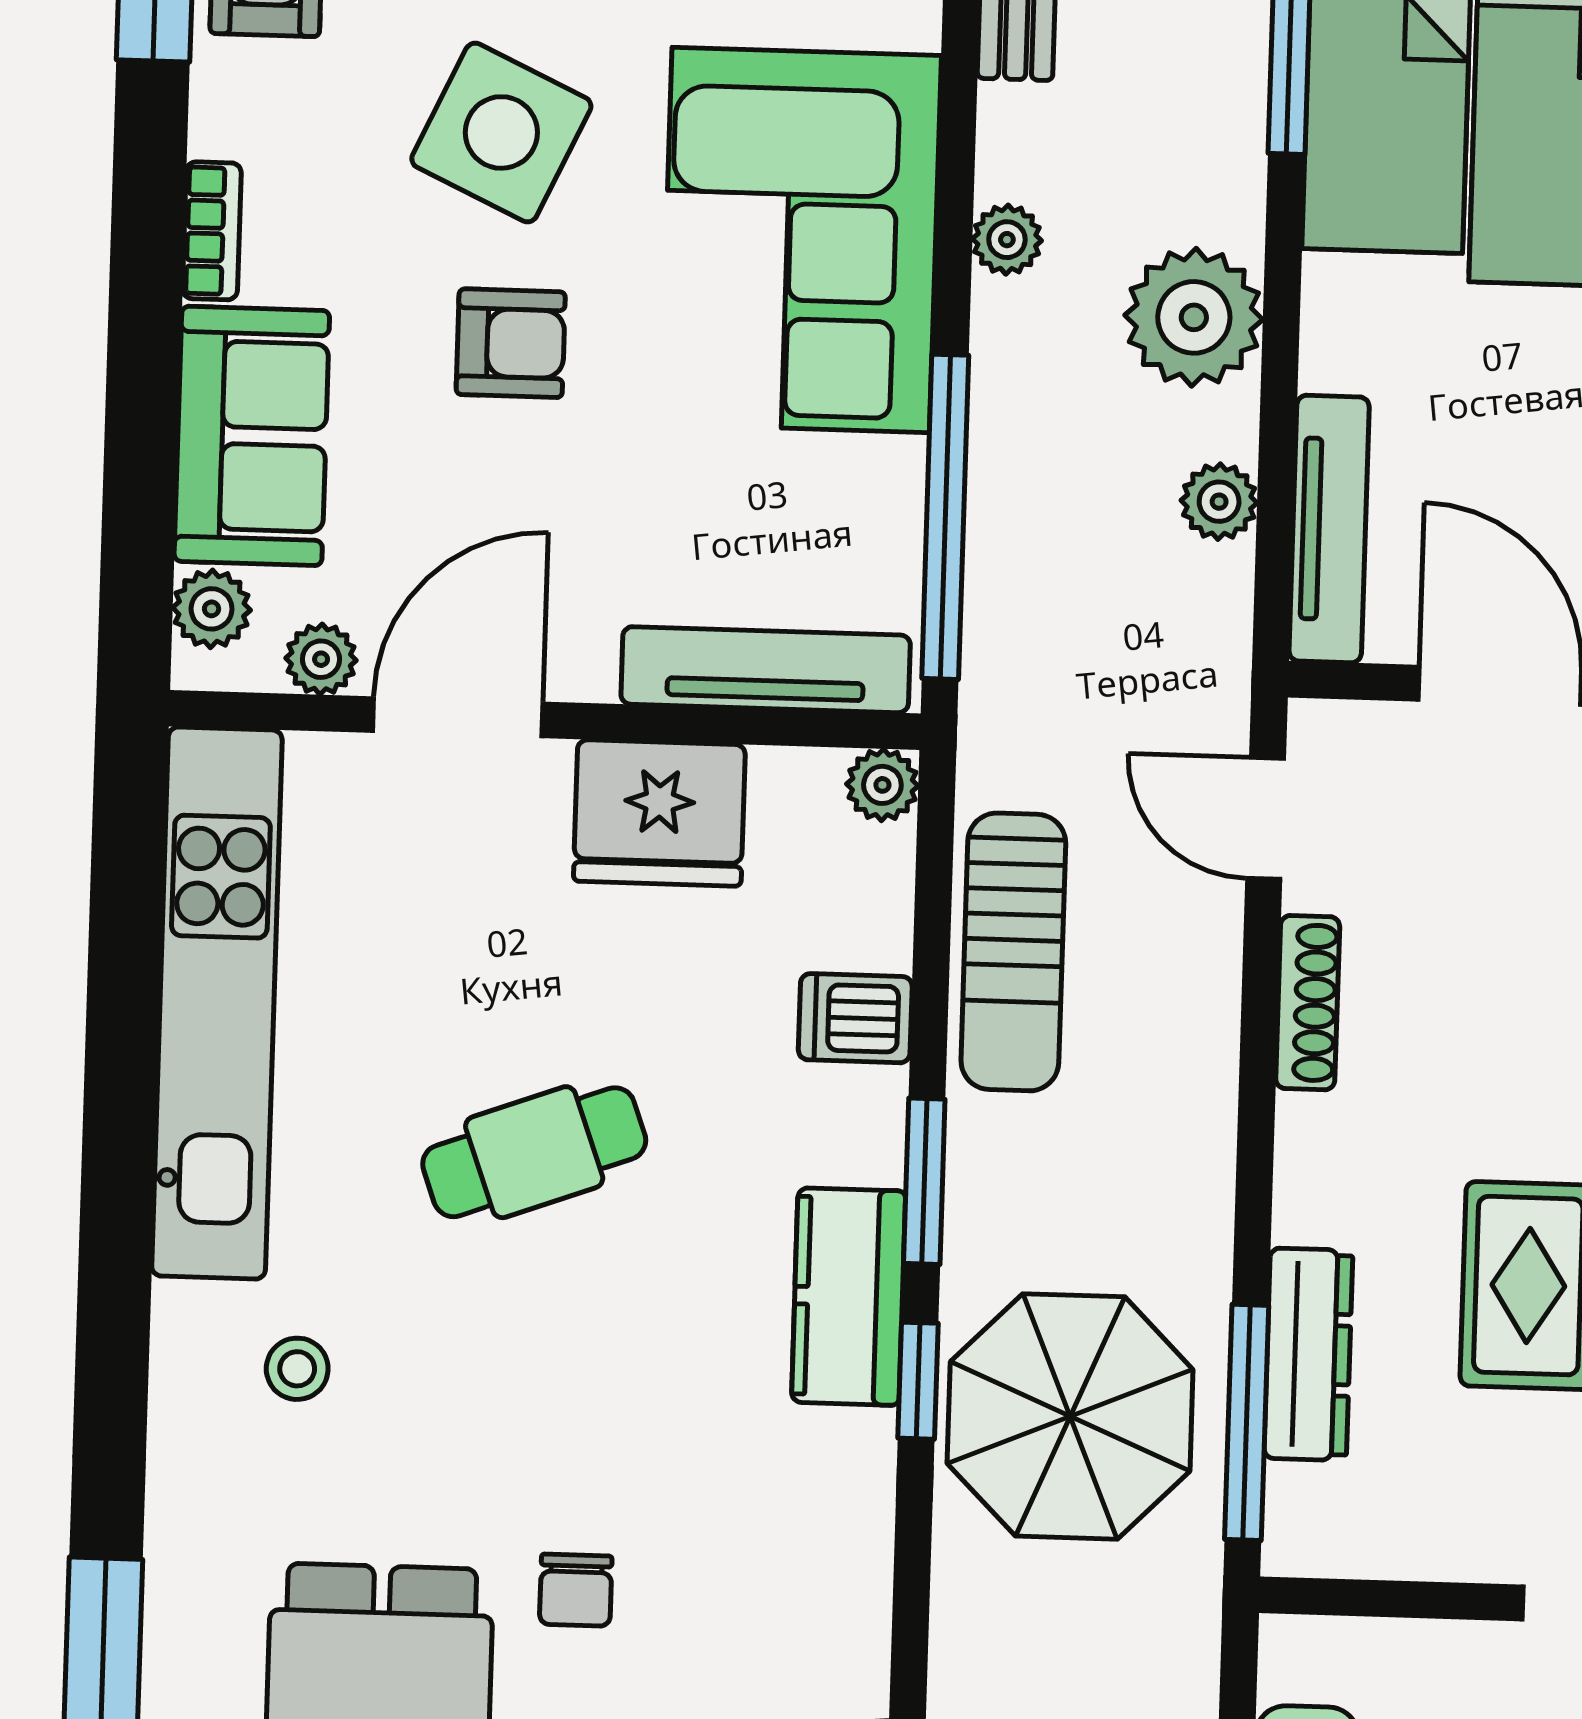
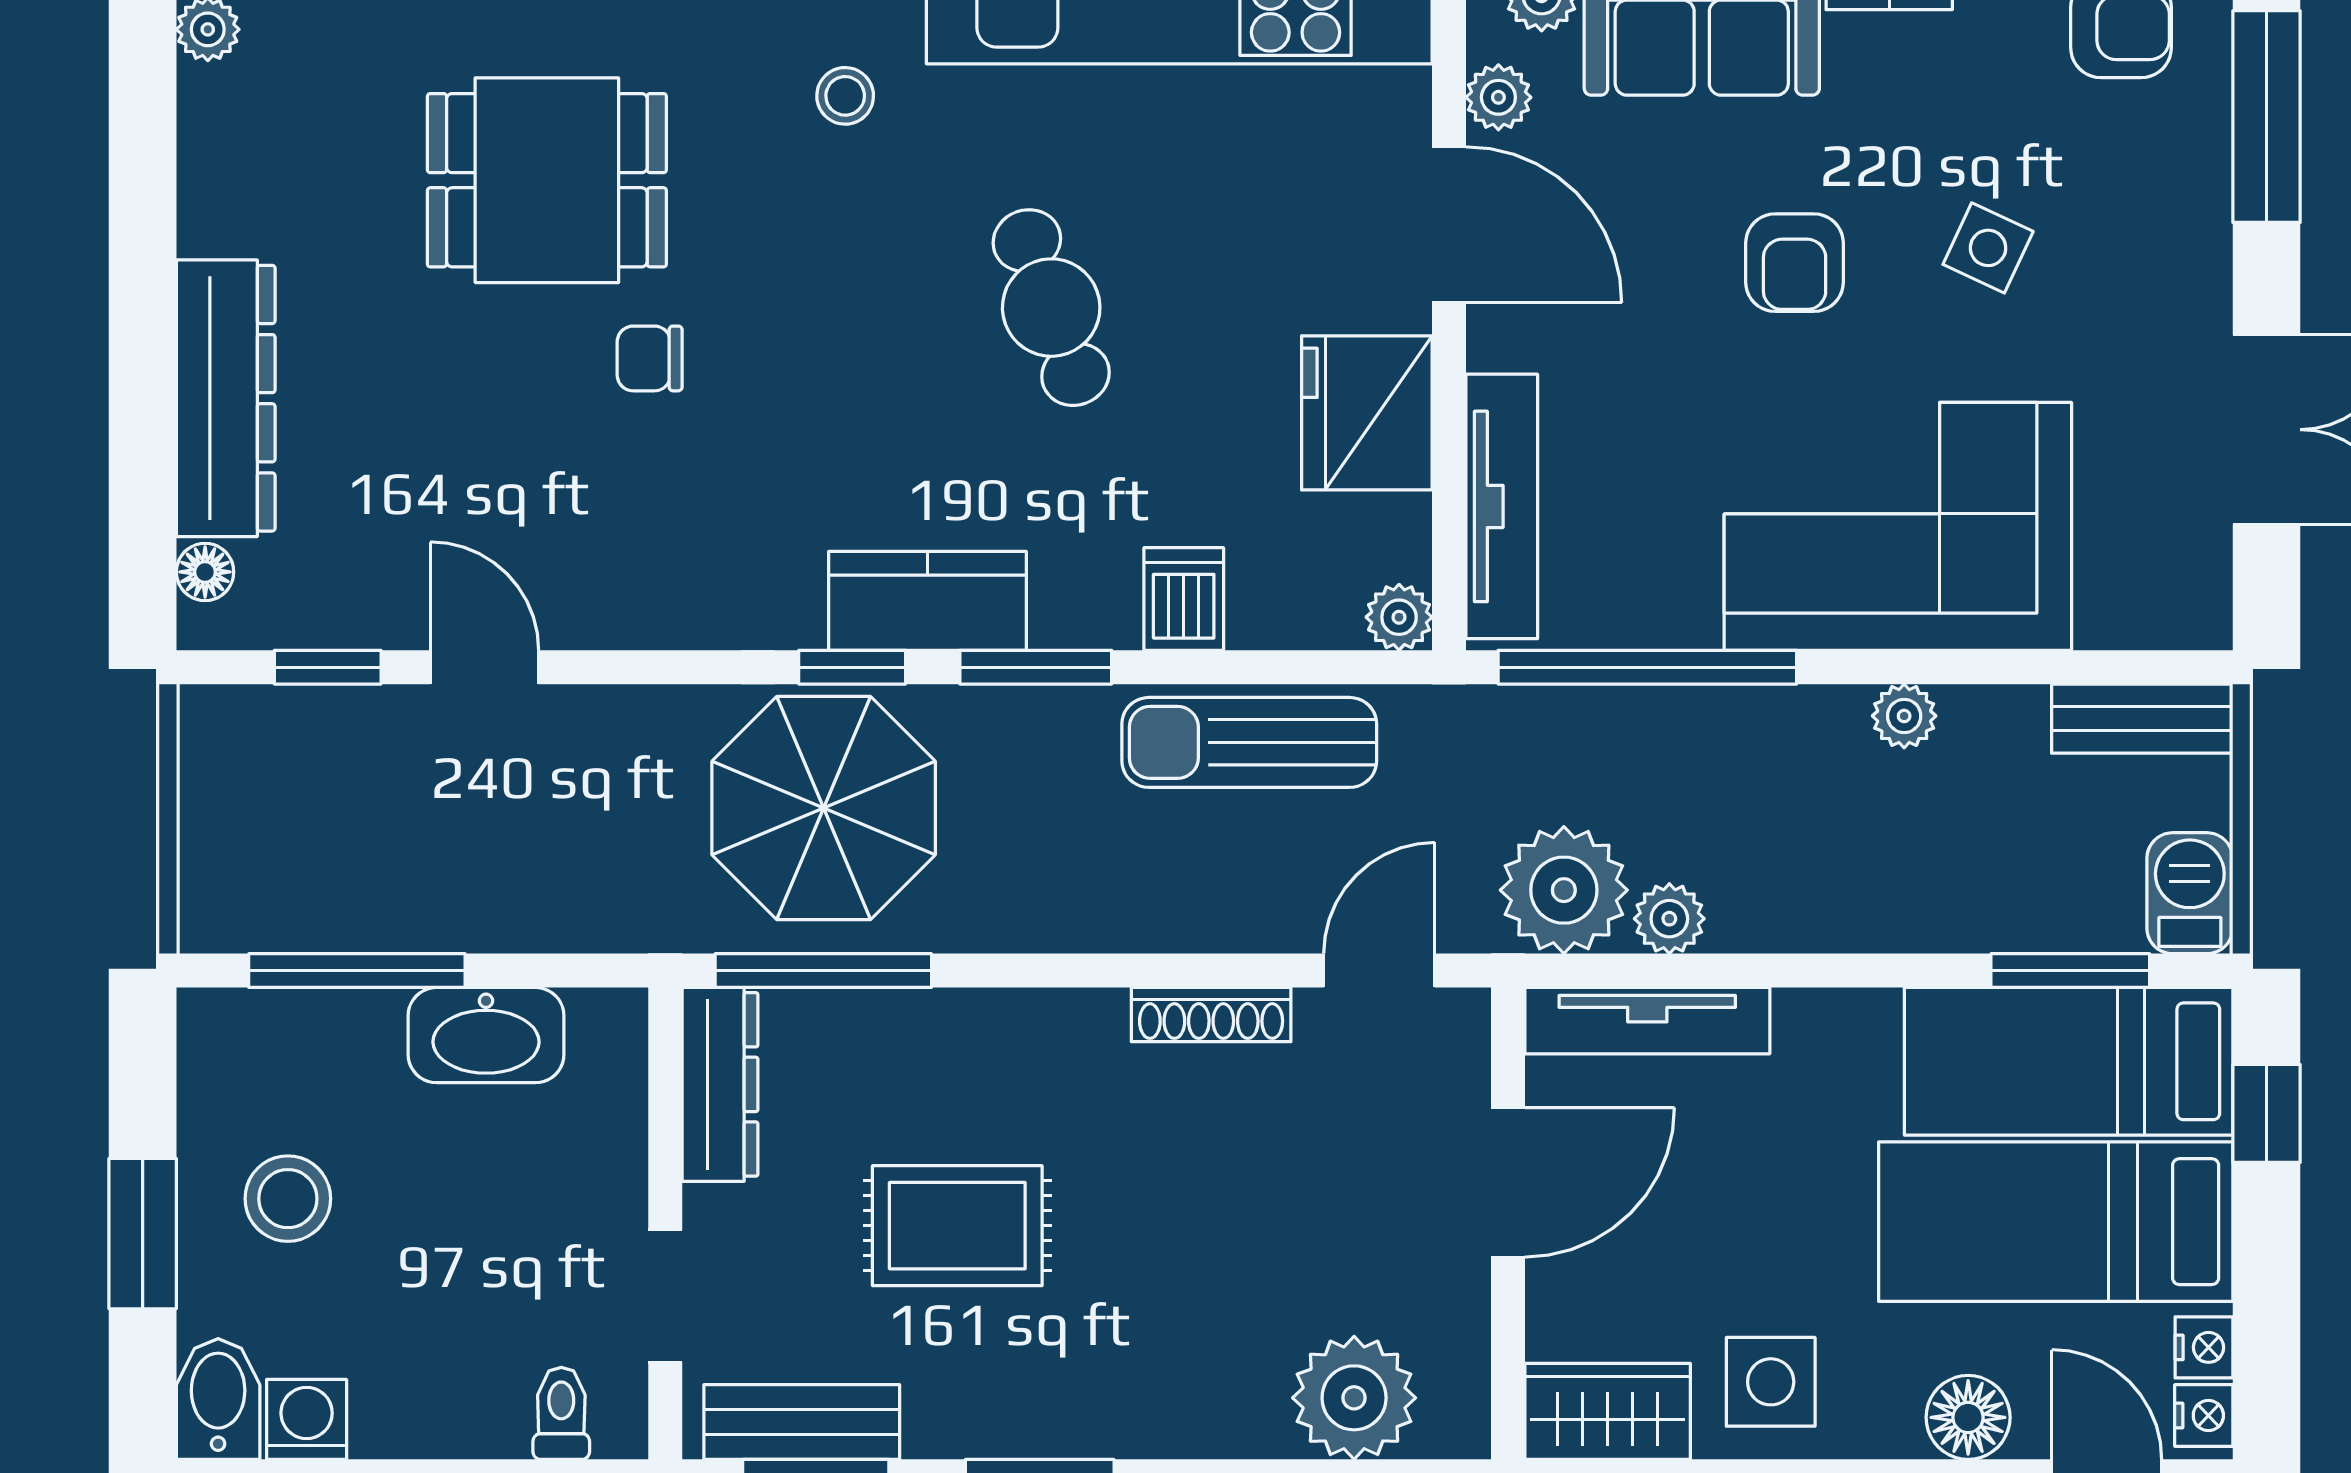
side table: (501, 132) -> (1988, 248), width x0.54, depth x0.54
plant: (1194, 317) -> (1564, 890), moved
dresser: (1308, 1354) -> (720, 1084), moved, turned -90

